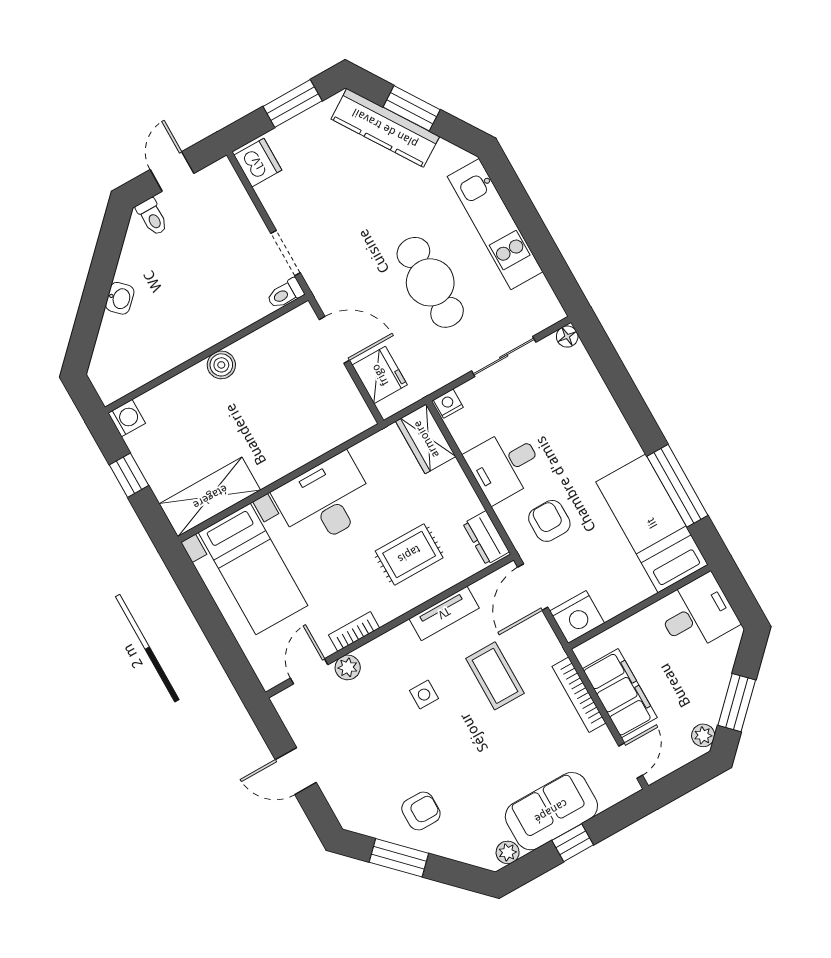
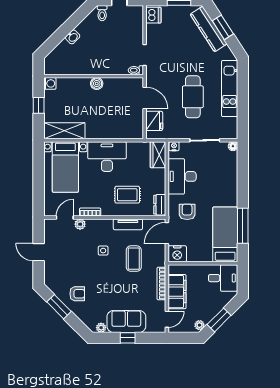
desk: (505, 465) -> (182, 176), width x1.37

